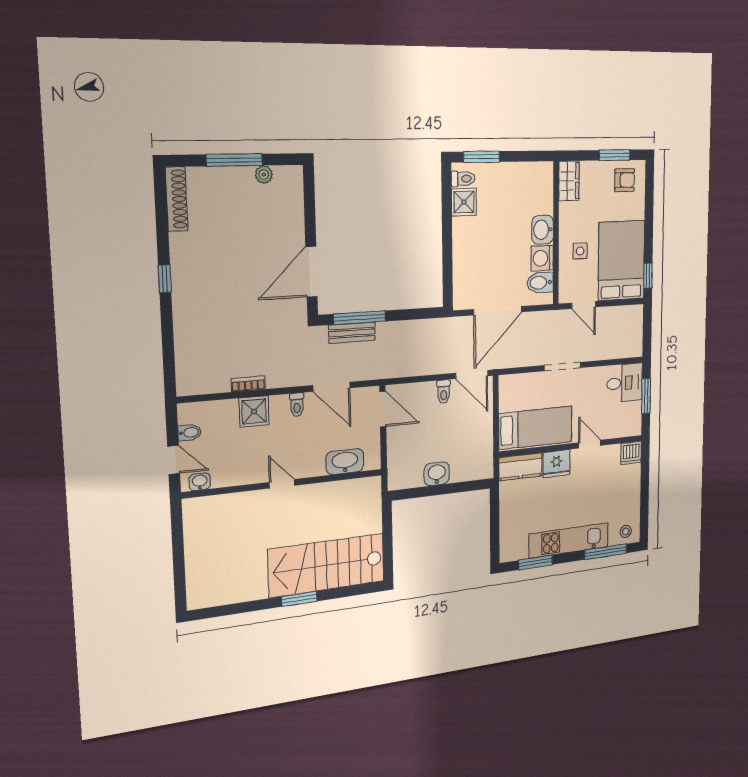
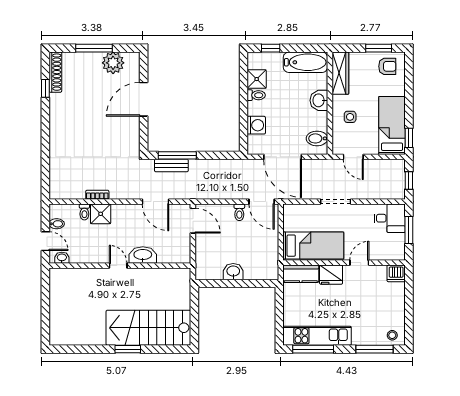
window: (482, 157) -> (271, 48), width x0.67
plant: (264, 175) -> (113, 63), width x1.88, depth x1.88
bathtub: (526, 176) -> (305, 62), added
toilet: (463, 179) -> (256, 95), moved
wardrobe: (569, 181) -> (340, 73), width x1.50
washing machine: (542, 258) -> (256, 125), moved, turned 180
bed: (622, 261) -> (392, 126), width x0.67
door: (311, 272) -> (144, 99), moved
window: (165, 279) -> (45, 88), moved
door: (498, 311) -> (283, 157), hinge flipped
window: (647, 332) -> (409, 180), added
toilet: (297, 405) -> (84, 212), moved
door: (590, 444) -> (359, 263), hinge flipped
washbasin: (345, 462) -> (143, 255), moved
kitchen unit: (569, 540) -> (317, 336), moved
window: (535, 562) -> (313, 349), width x1.44

